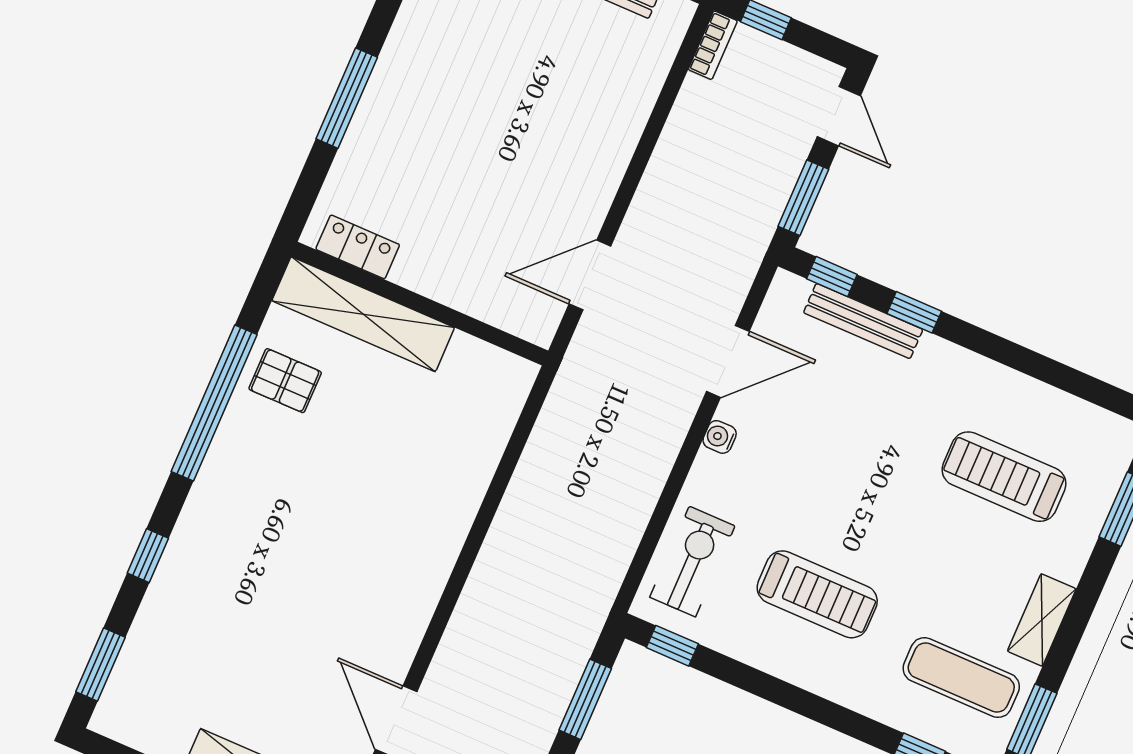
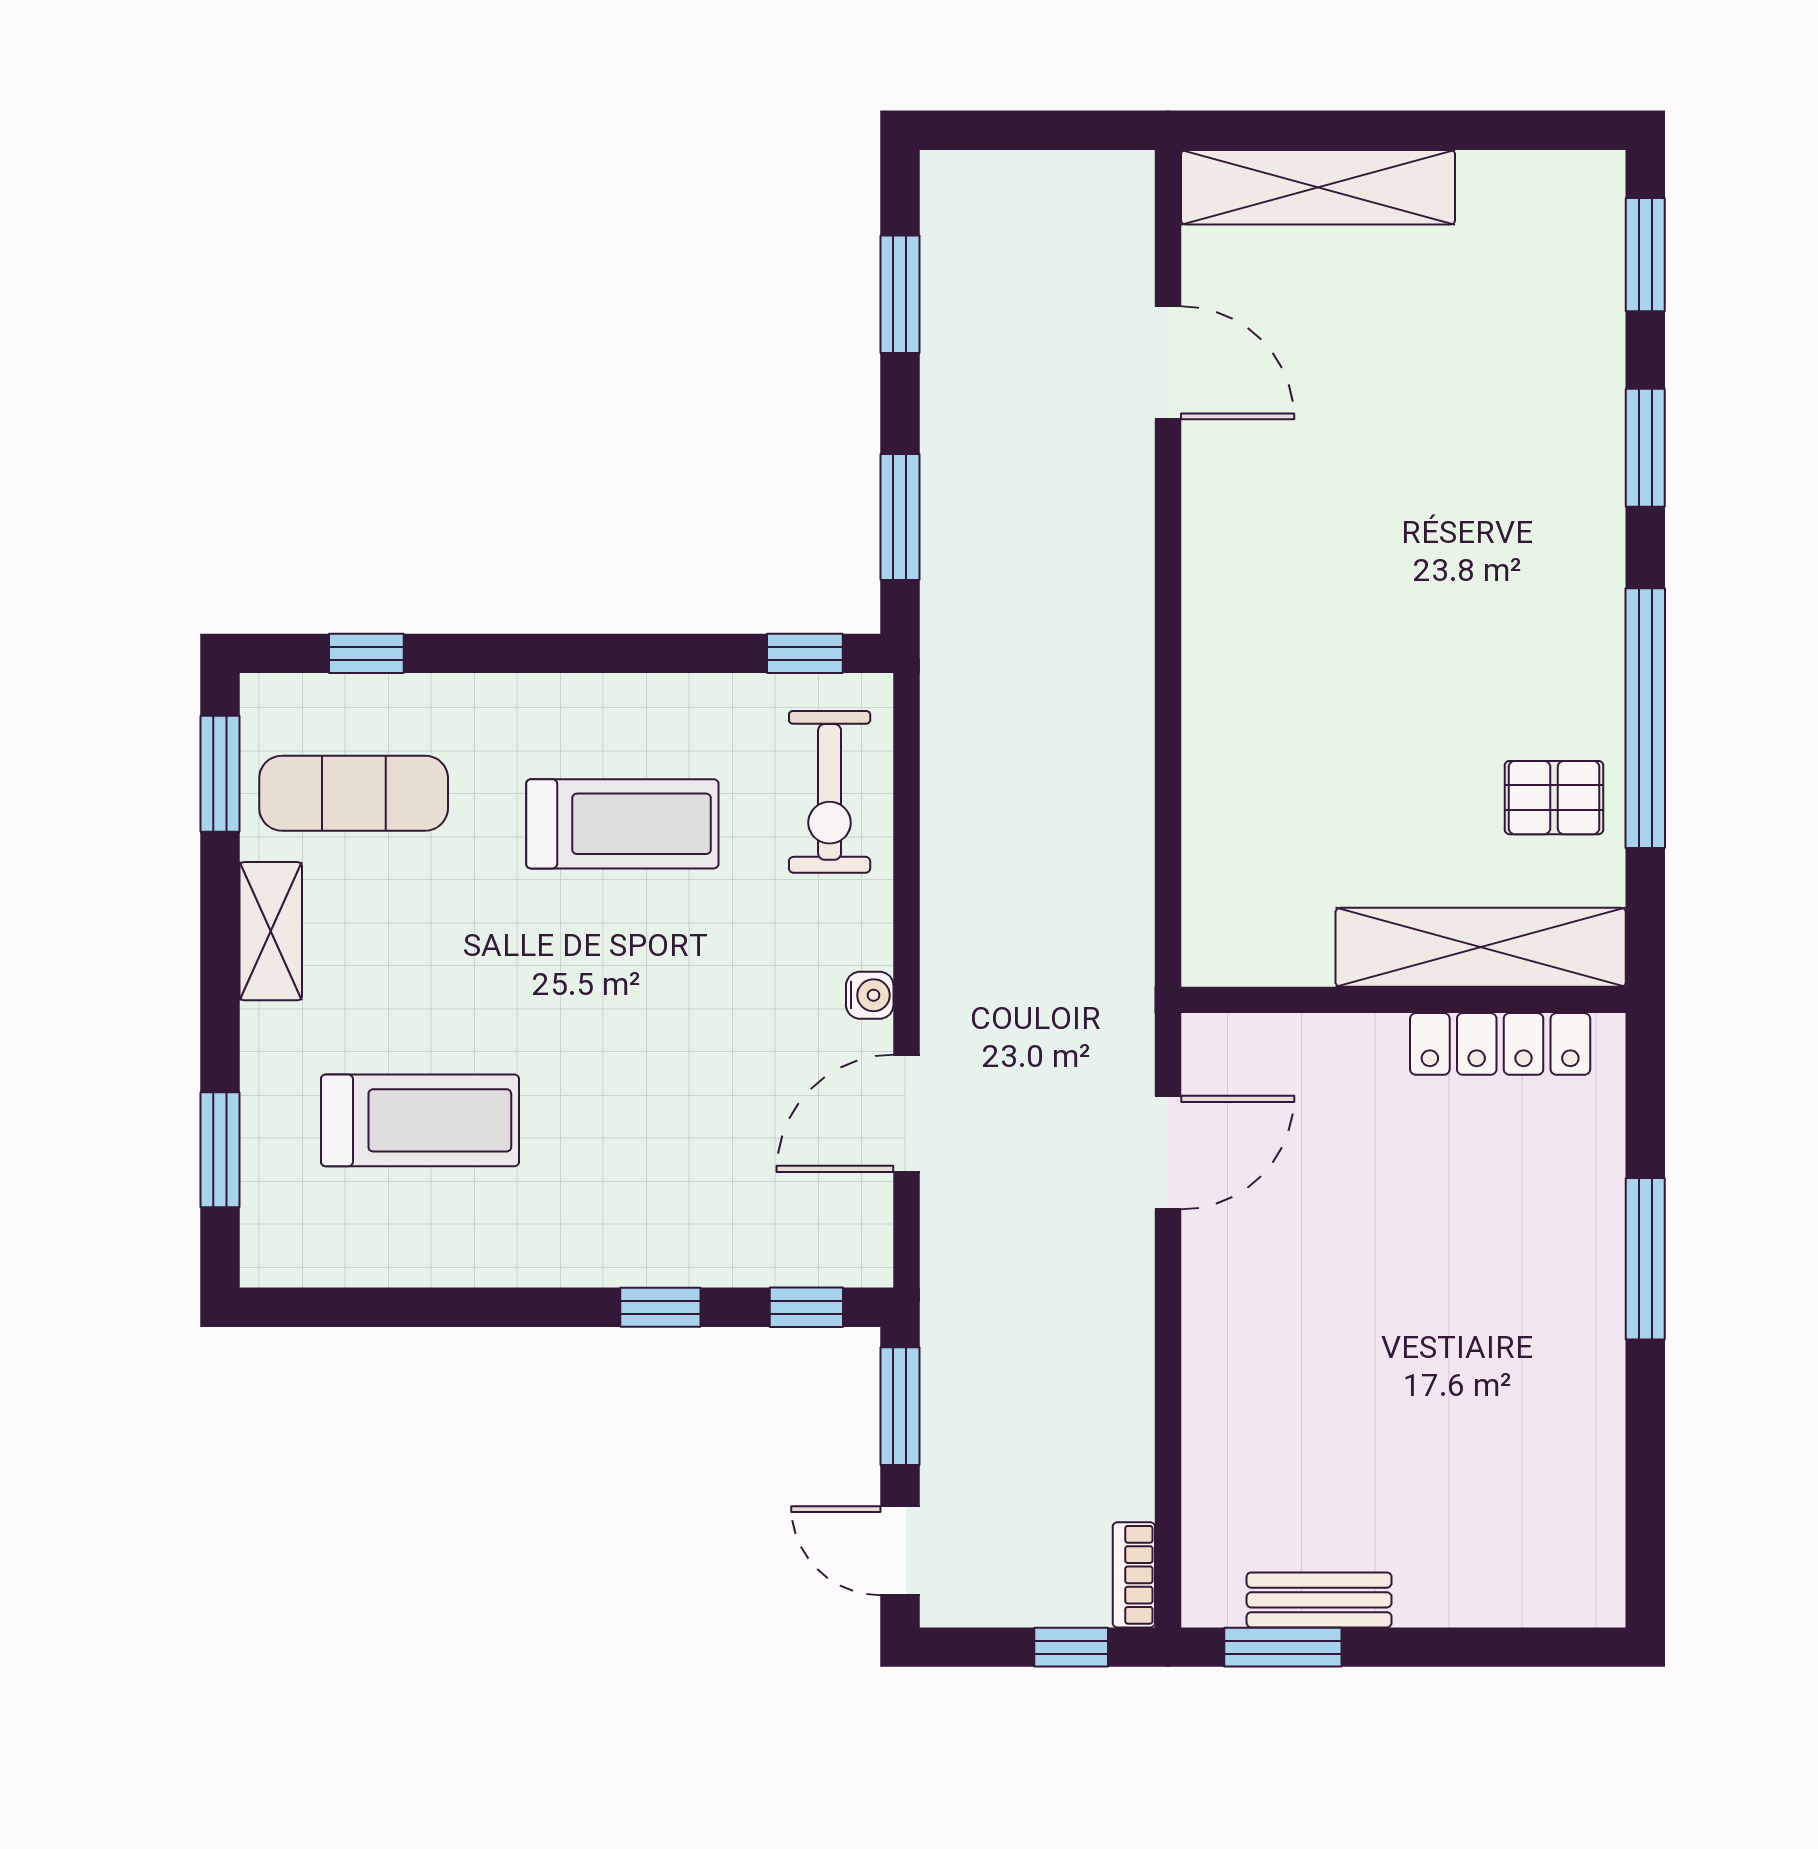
locker: (358, 247) -> (1500, 1044), width x1.53
bench: (863, 321) -> (731, 1261), removed
window: (148, 556) -> (1645, 448), width x1.50
treadmill: (817, 594) -> (622, 824), turned 180

